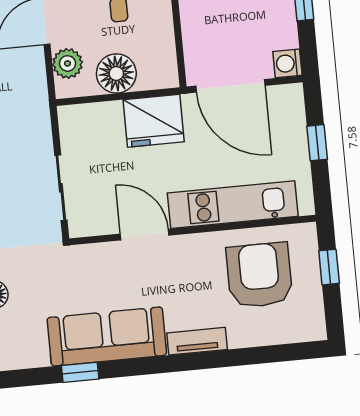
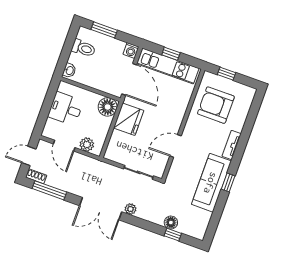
floor lamp: (116, 73) -> (108, 107), moved
door: (230, 86) -> (129, 79), hinge flipped
kitchen unit: (233, 205) -> (168, 66), moved, turned -90
window: (80, 372) -> (228, 183), moved

